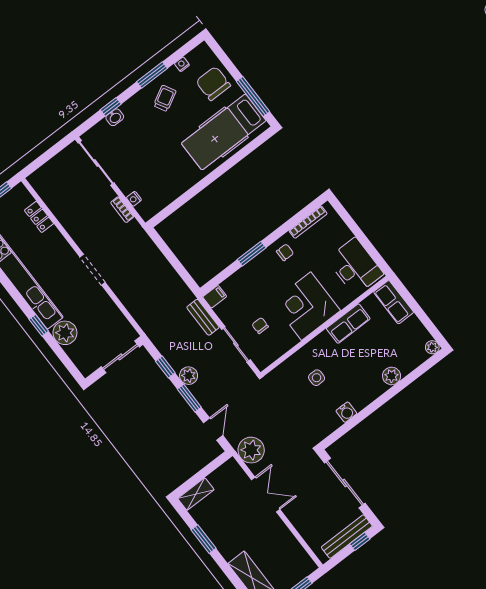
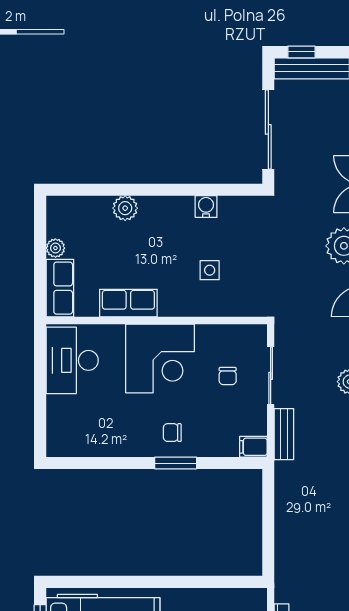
bookcase: (308, 222) -> (86, 450), removed
chair: (285, 252) -> (172, 433), moved
plant: (432, 347) -> (55, 248), moved

